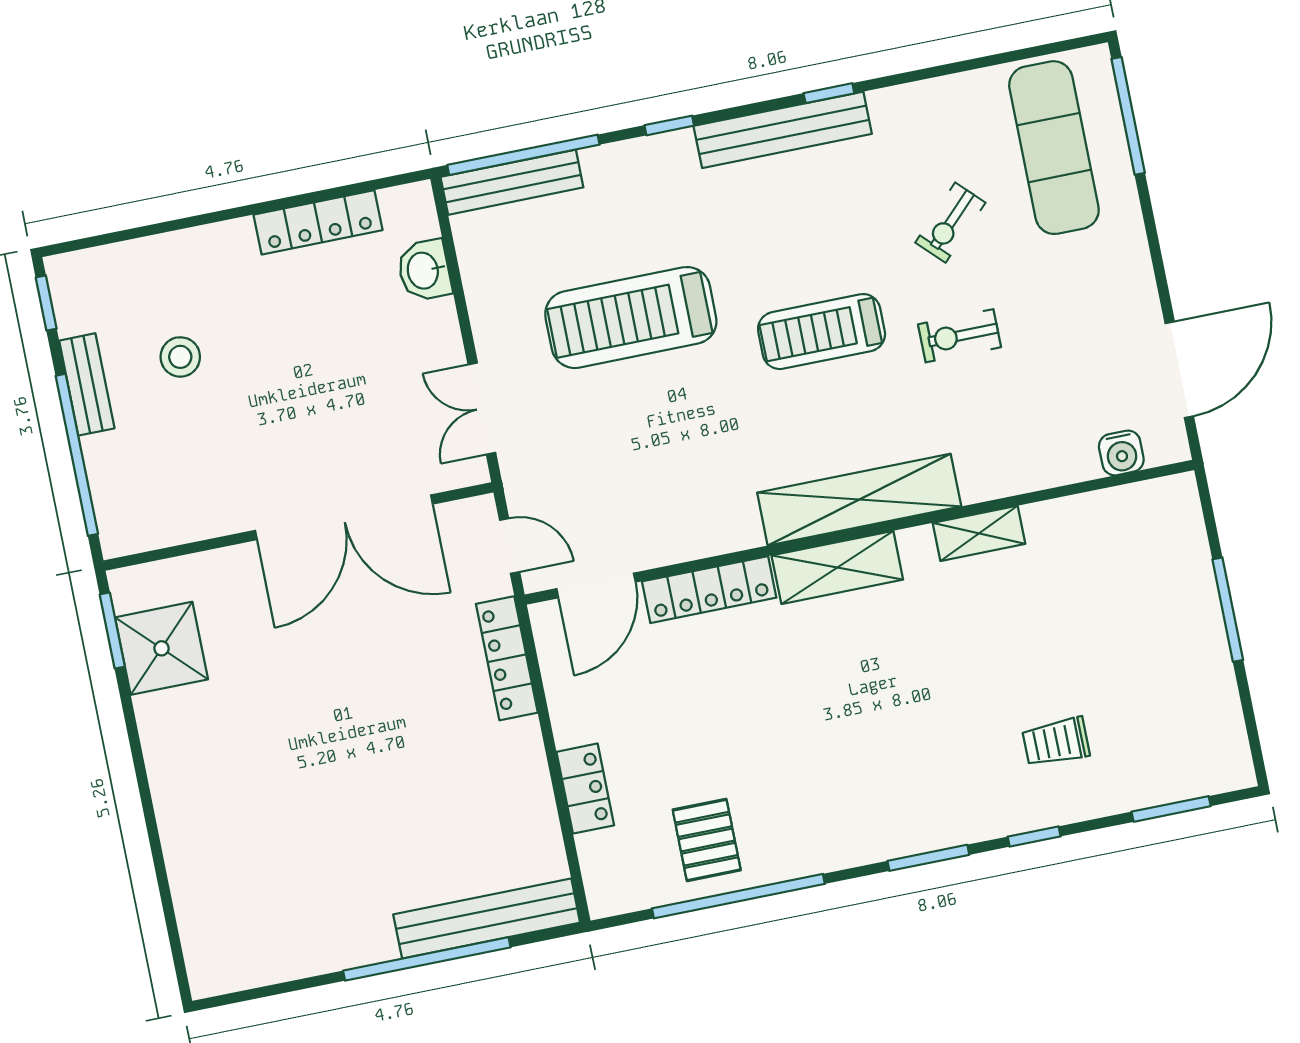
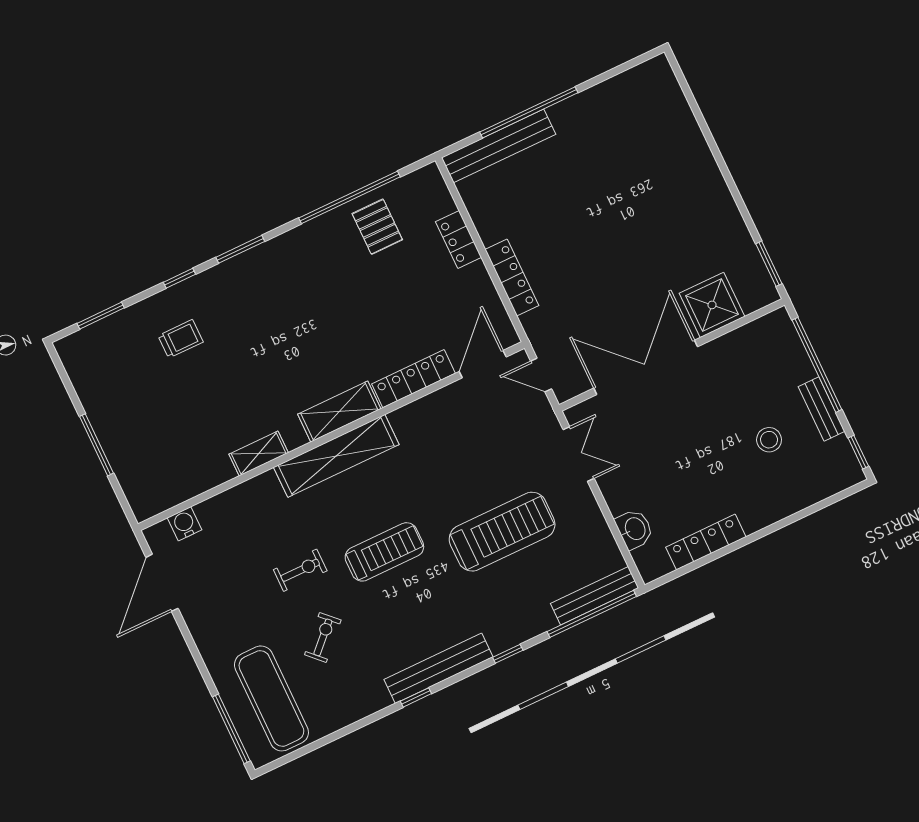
shower: (161, 648) -> (712, 305), moved
locker: (507, 658) -> (512, 277), moved

